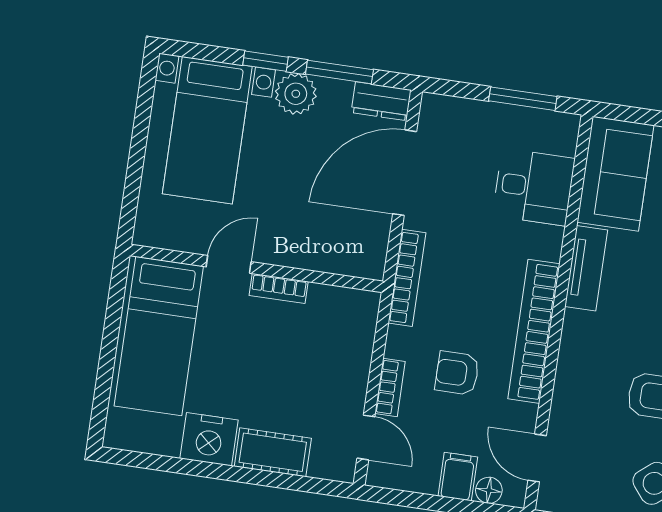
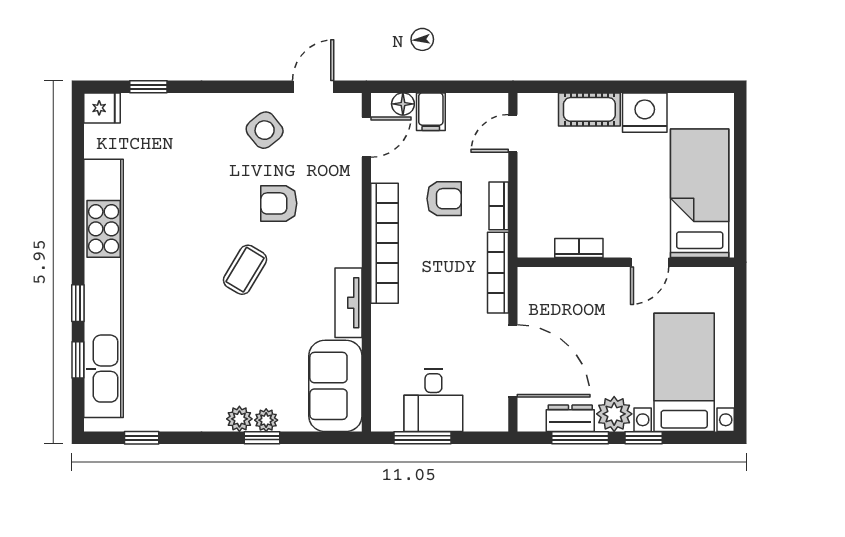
dresser: (381, 101) -> (570, 418), moved
door: (405, 173) -> (513, 361), hinge flipped
desk: (534, 187) -> (433, 400), moved, turned -90
bookcase: (279, 288) -> (579, 248), moved
bookcase: (390, 387) -> (499, 206), moved
door: (366, 437) -> (513, 133), hinge flipped
door: (537, 458) -> (366, 137), hinge flipped

